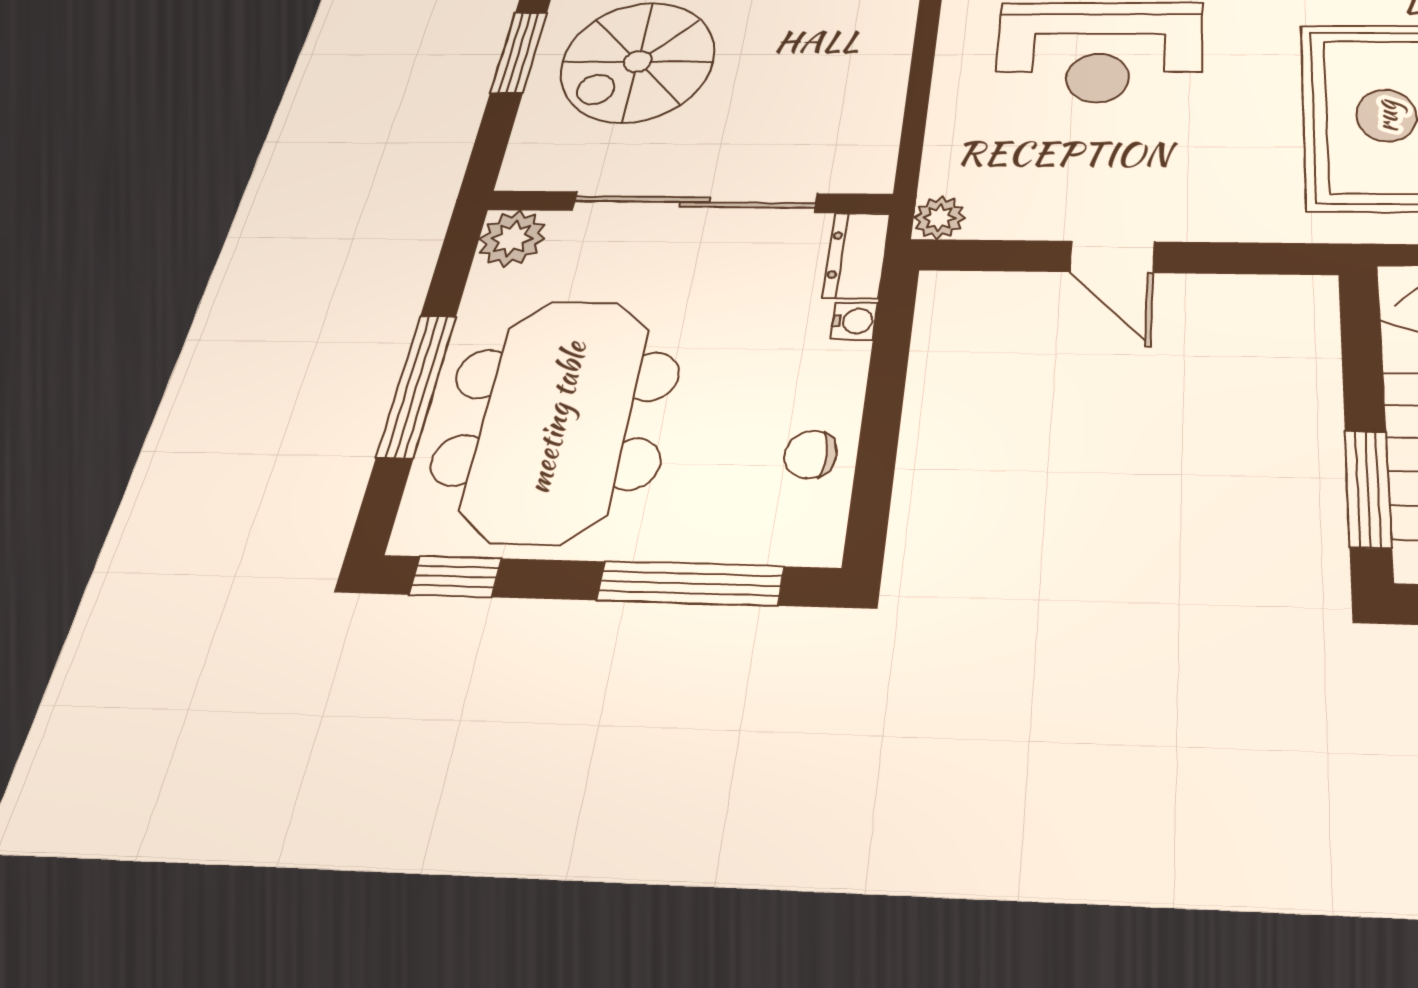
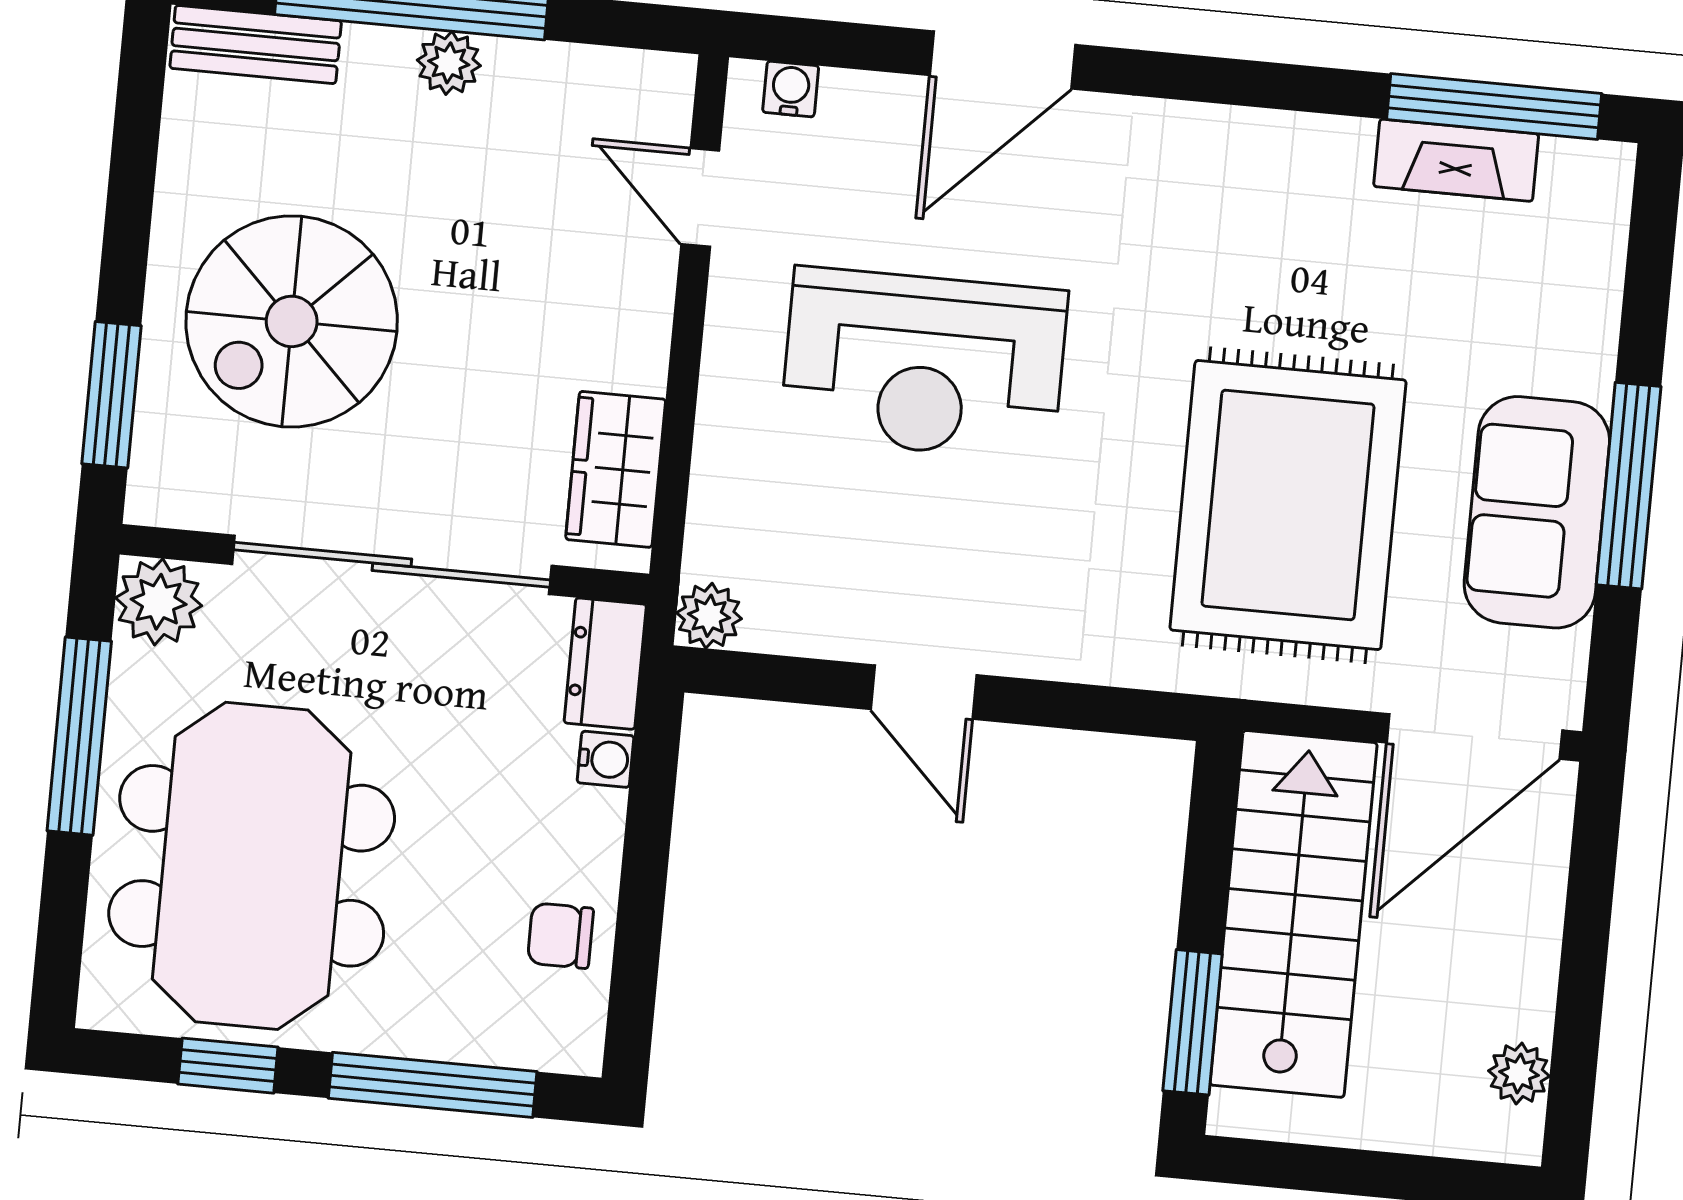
window: (519, 52) -> (111, 395), moved
wardrobe: (869, 131) -> (616, 469), added
window: (417, 386) -> (79, 736), moved
window: (456, 577) -> (228, 1066), moved

